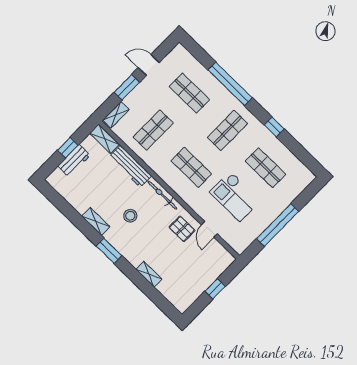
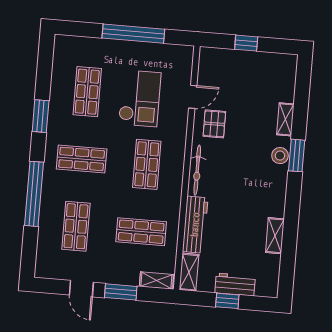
window: (274, 127) -> (41, 116), width x1.50
stool: (130, 216) -> (280, 156), moved
shelving: (96, 221) -> (275, 236), moved
window: (109, 251) -> (297, 155), moved

